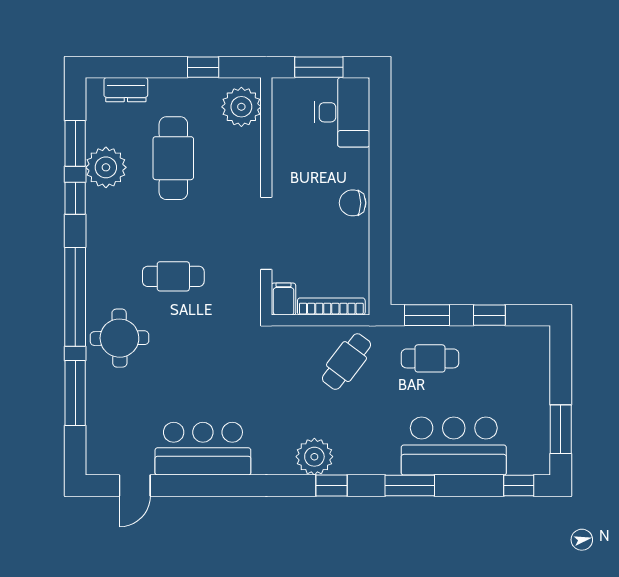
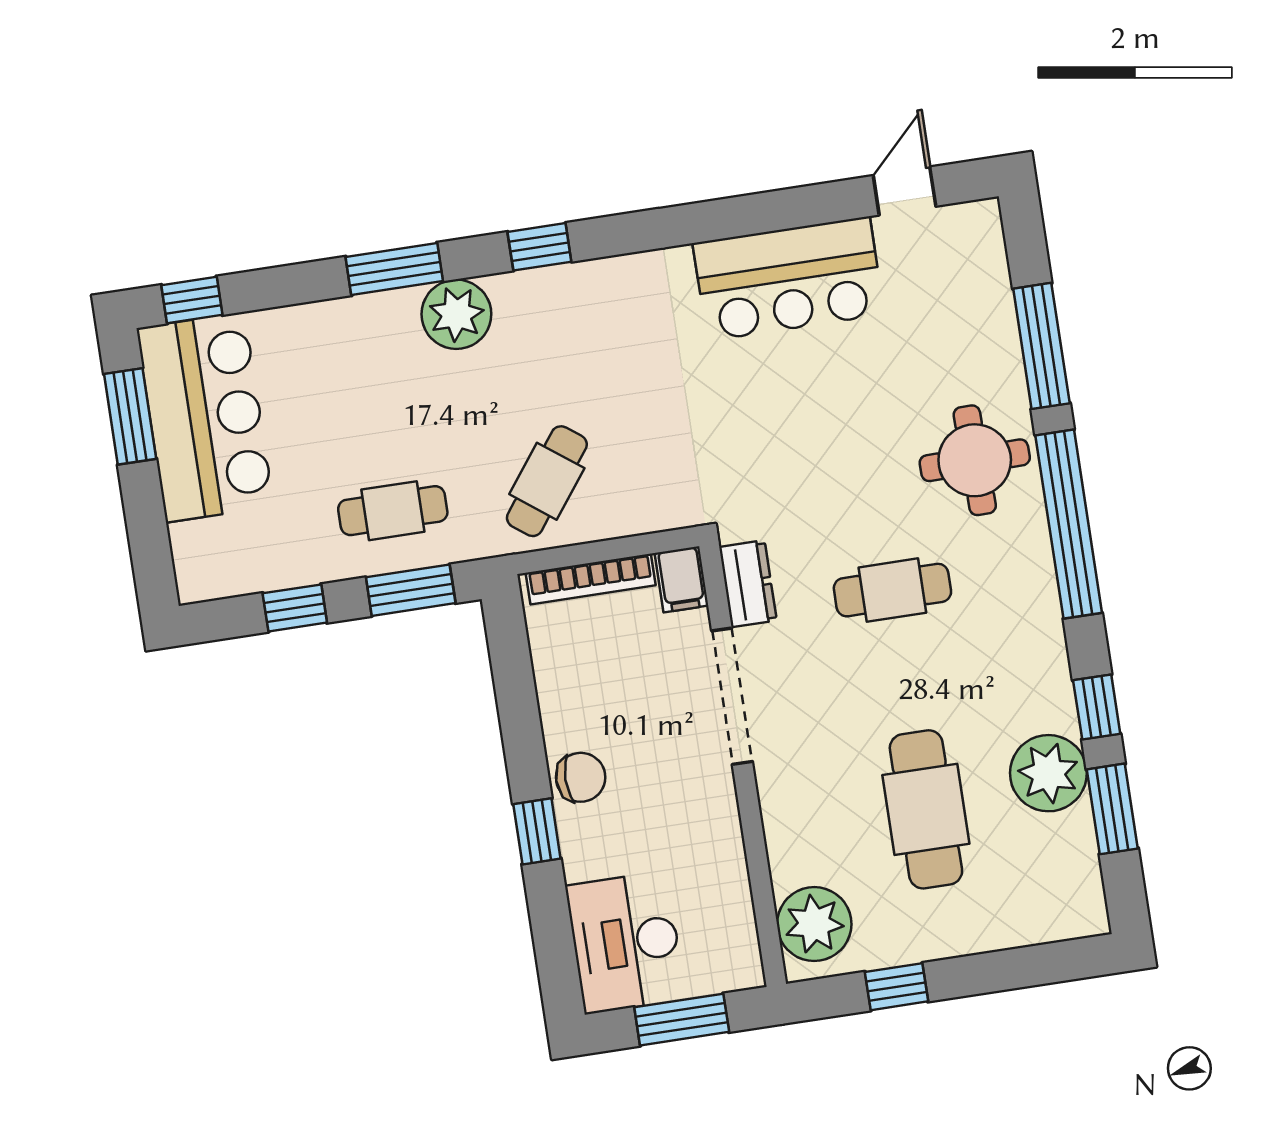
dresser: (126, 90) -> (748, 584), moved, turned 90
window: (380, 178) -> (537, 831), added
bar counter: (454, 446) -> (205, 417), moved, turned -90
plant: (314, 457) -> (456, 314), moved

